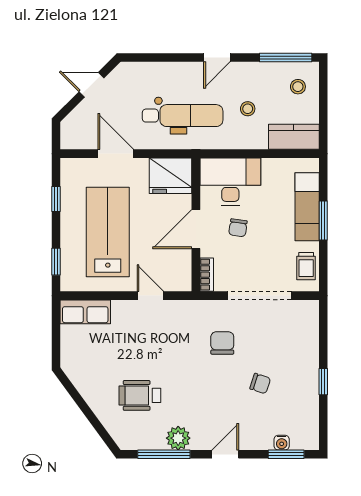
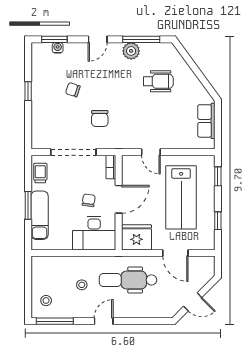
kitchen counter: (294, 137) -> (49, 265), removed
row of seats: (85, 312) -> (206, 121), moved, turned -90

